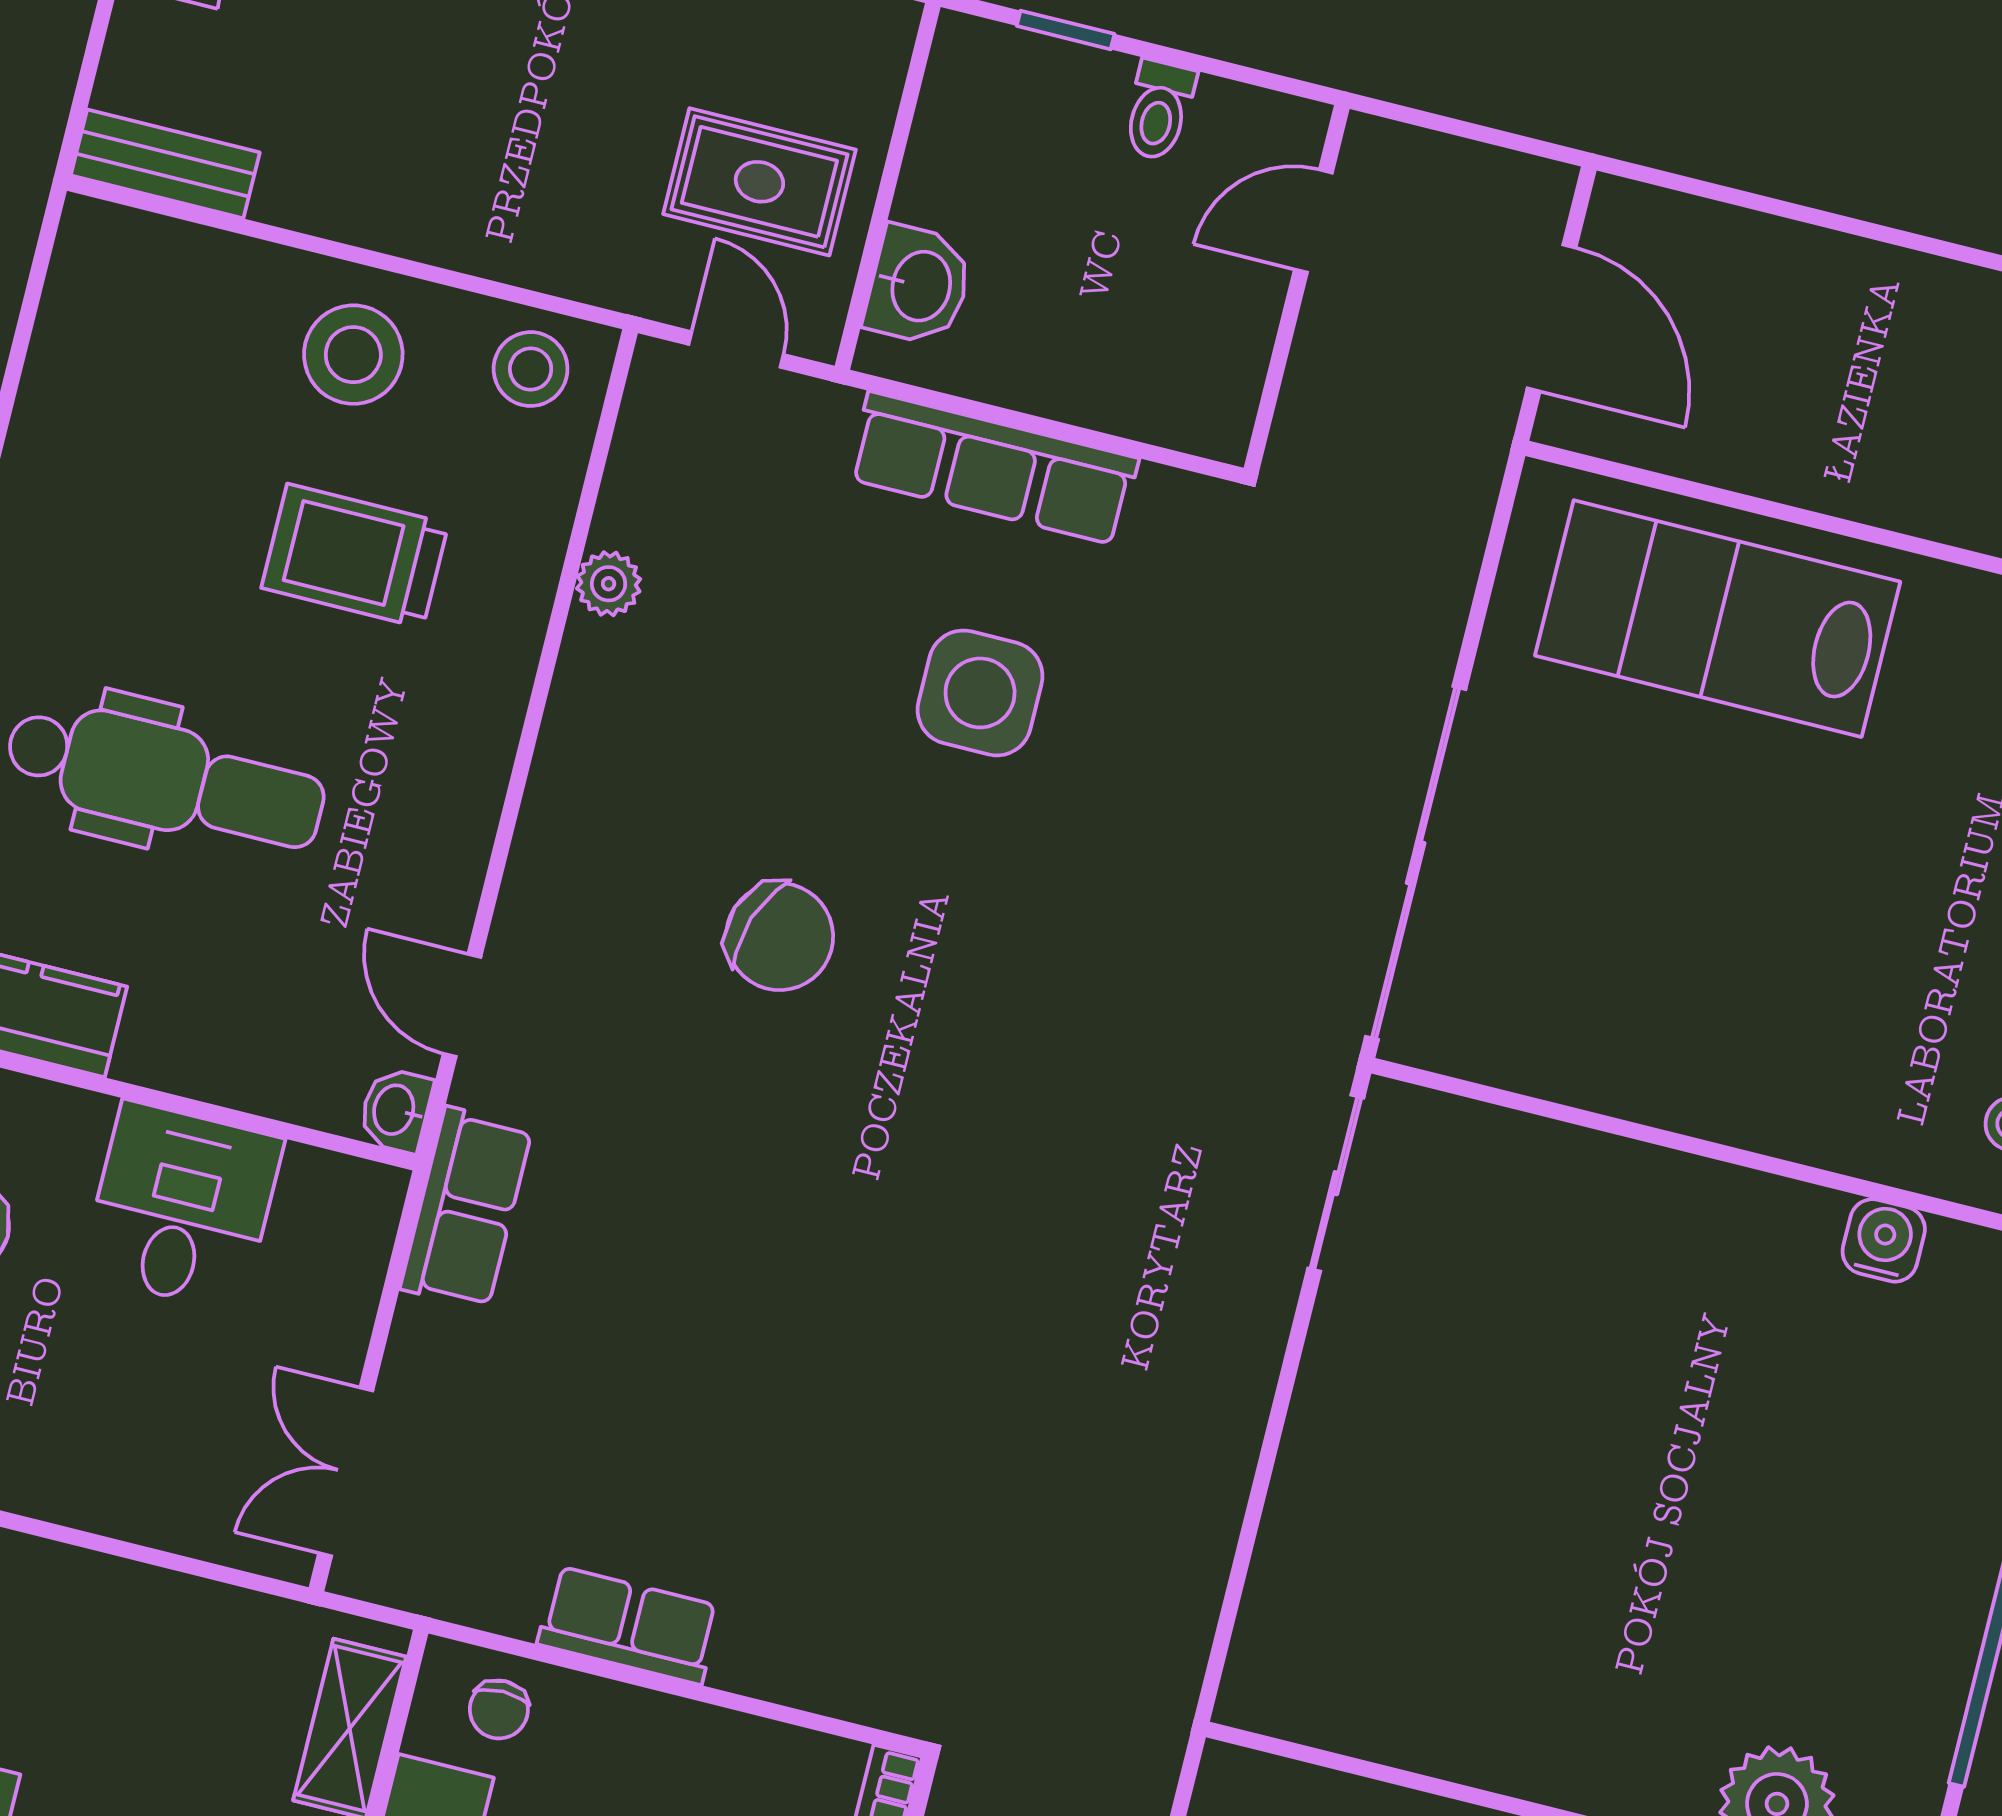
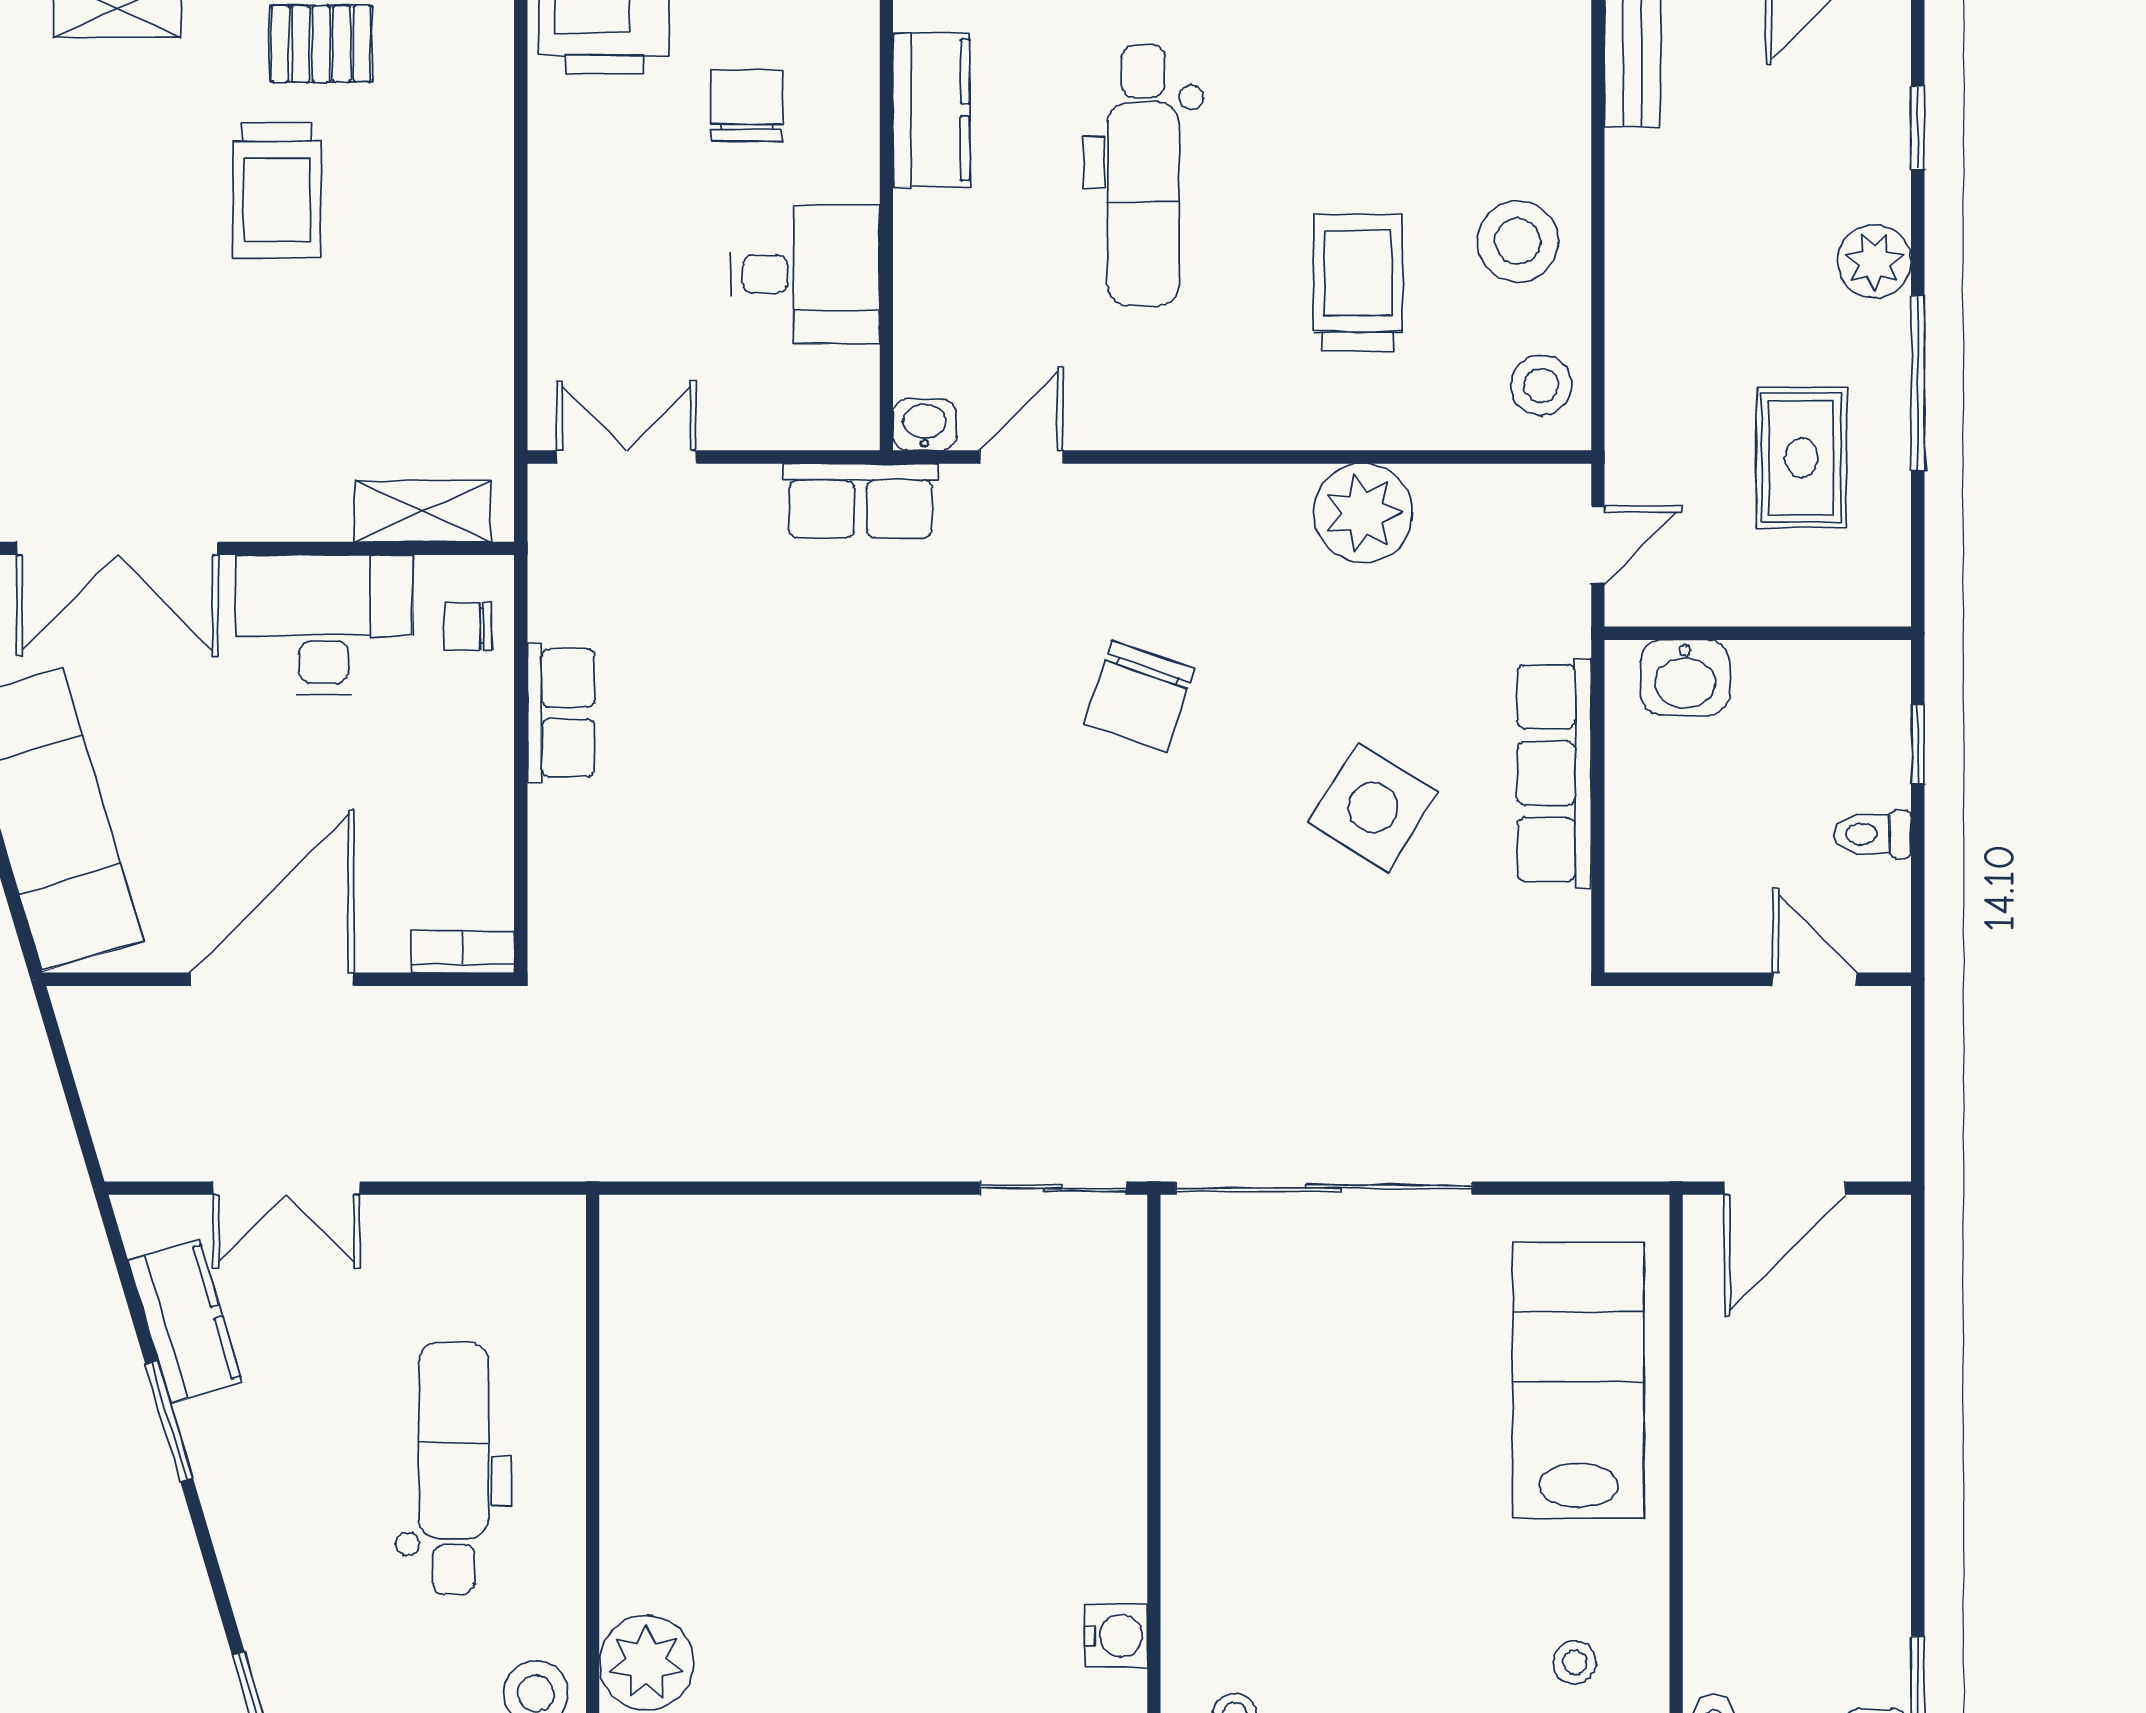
rug: (759, 182) -> (1801, 458), moved
plant: (609, 584) -> (1363, 513), width x1.87, depth x1.87
side table: (980, 693) -> (1373, 807), turned 32

